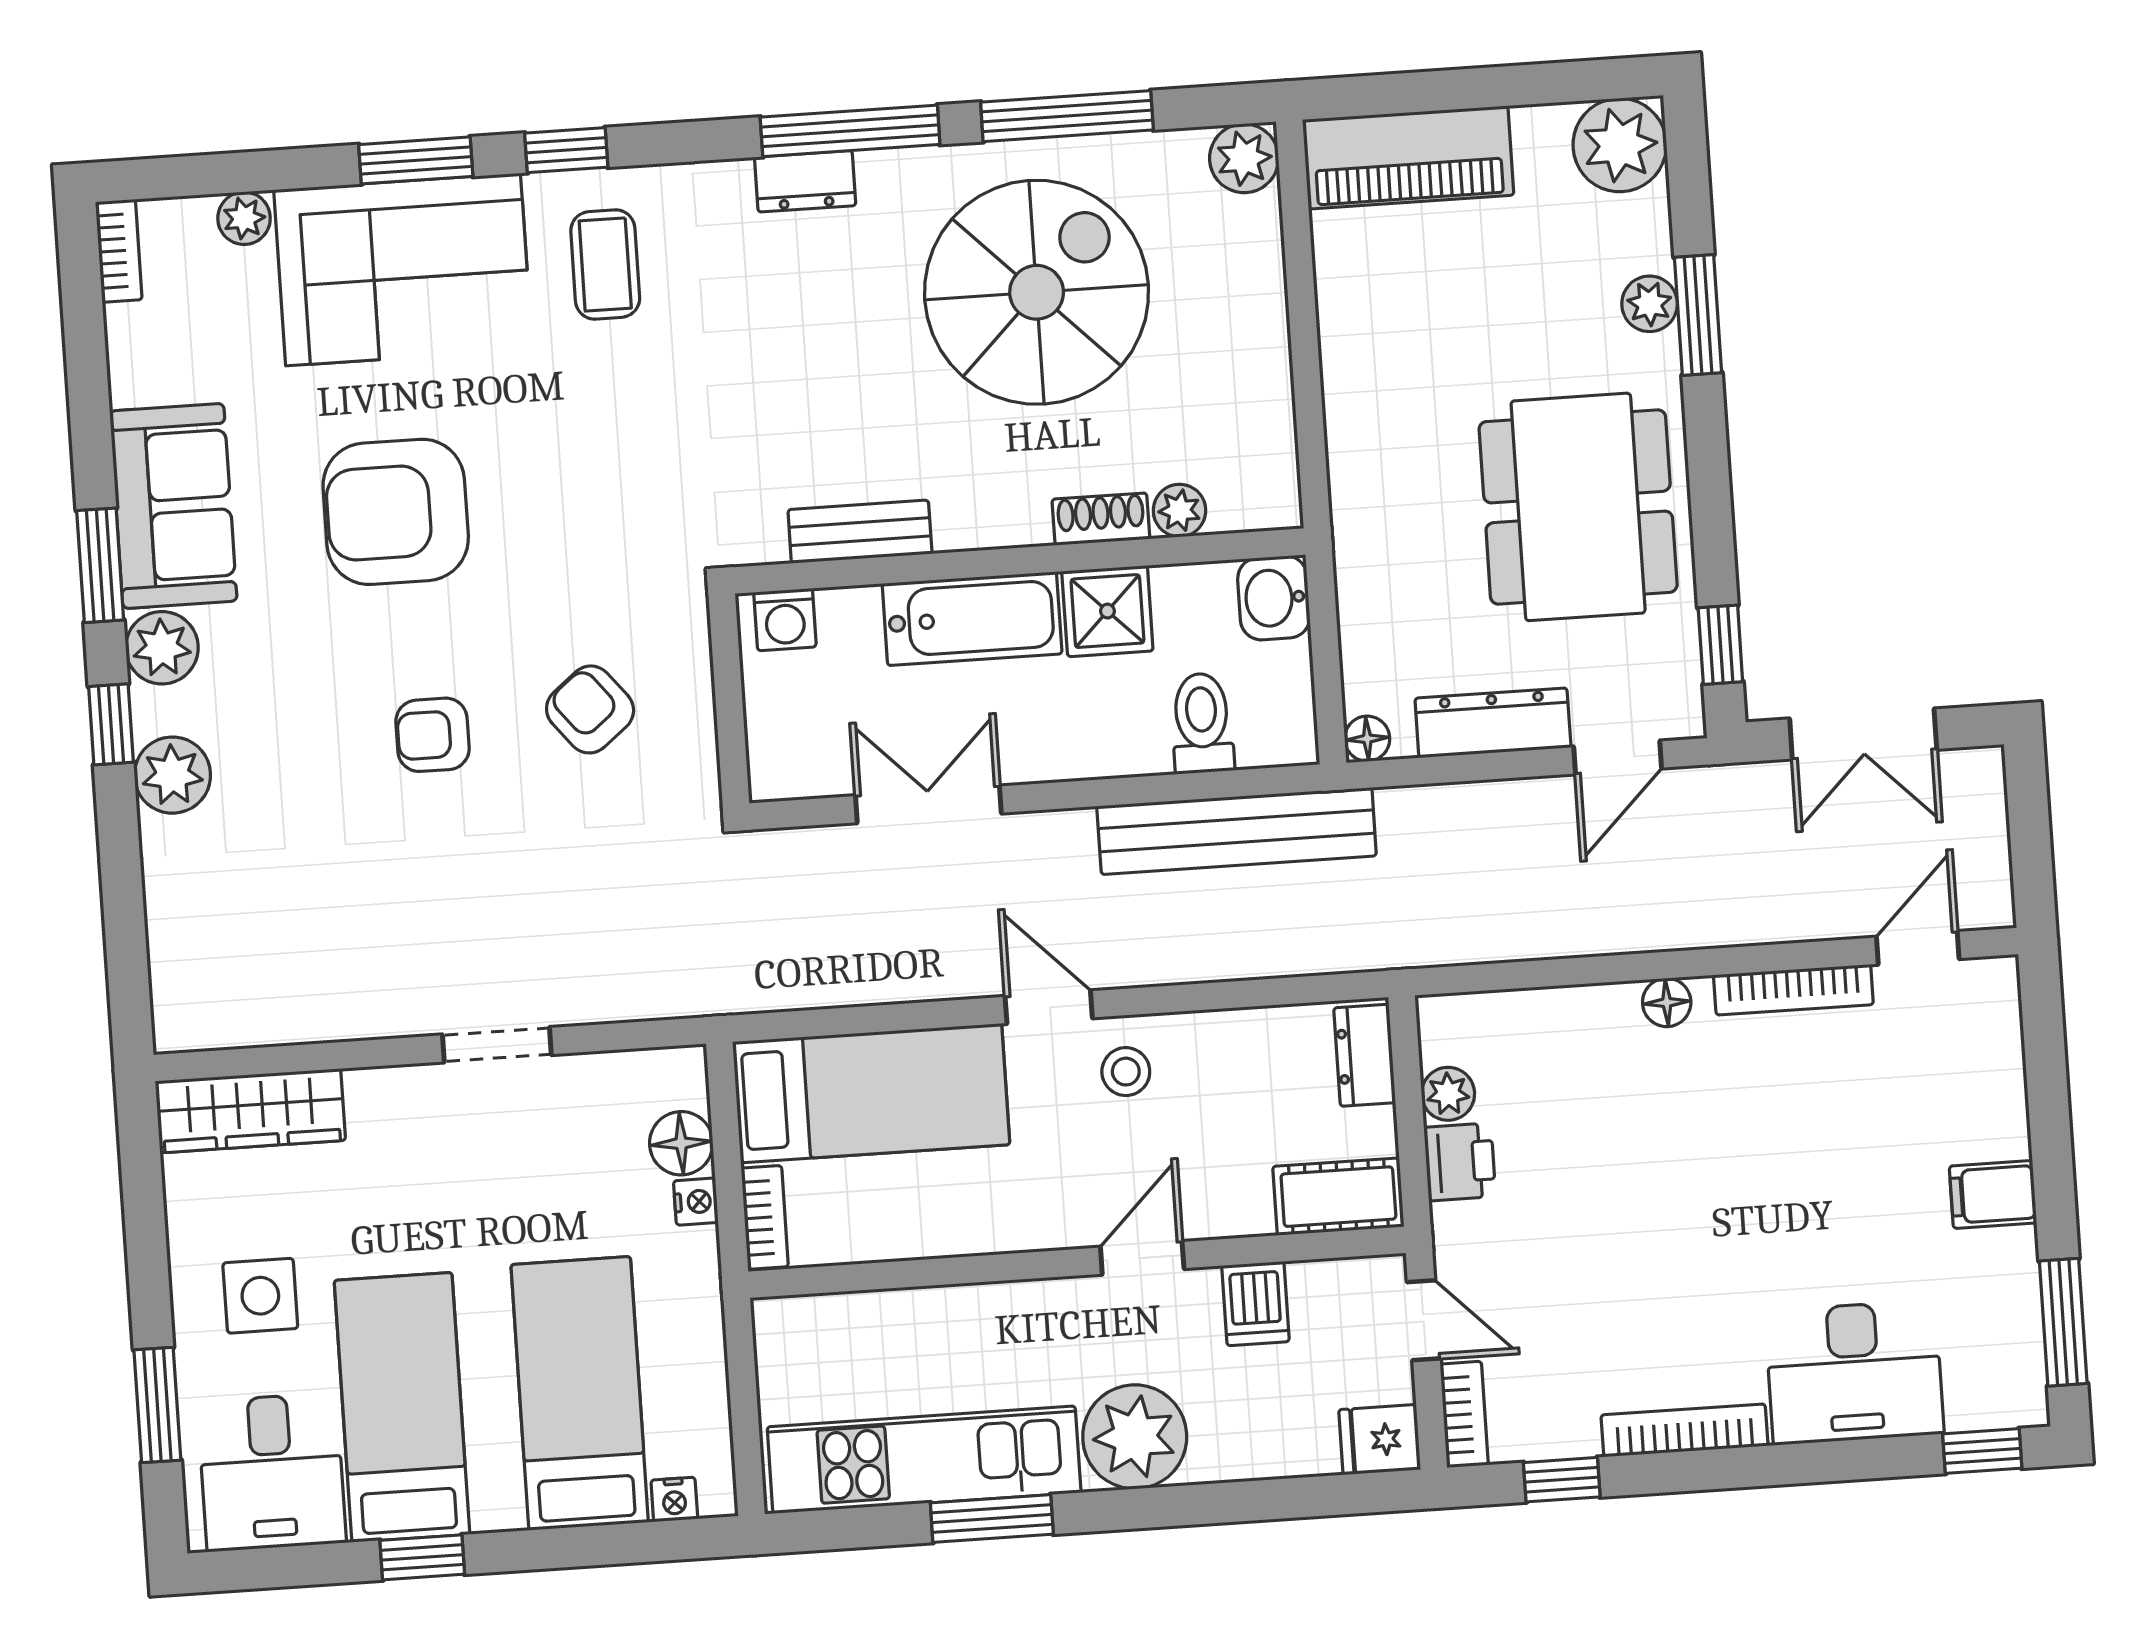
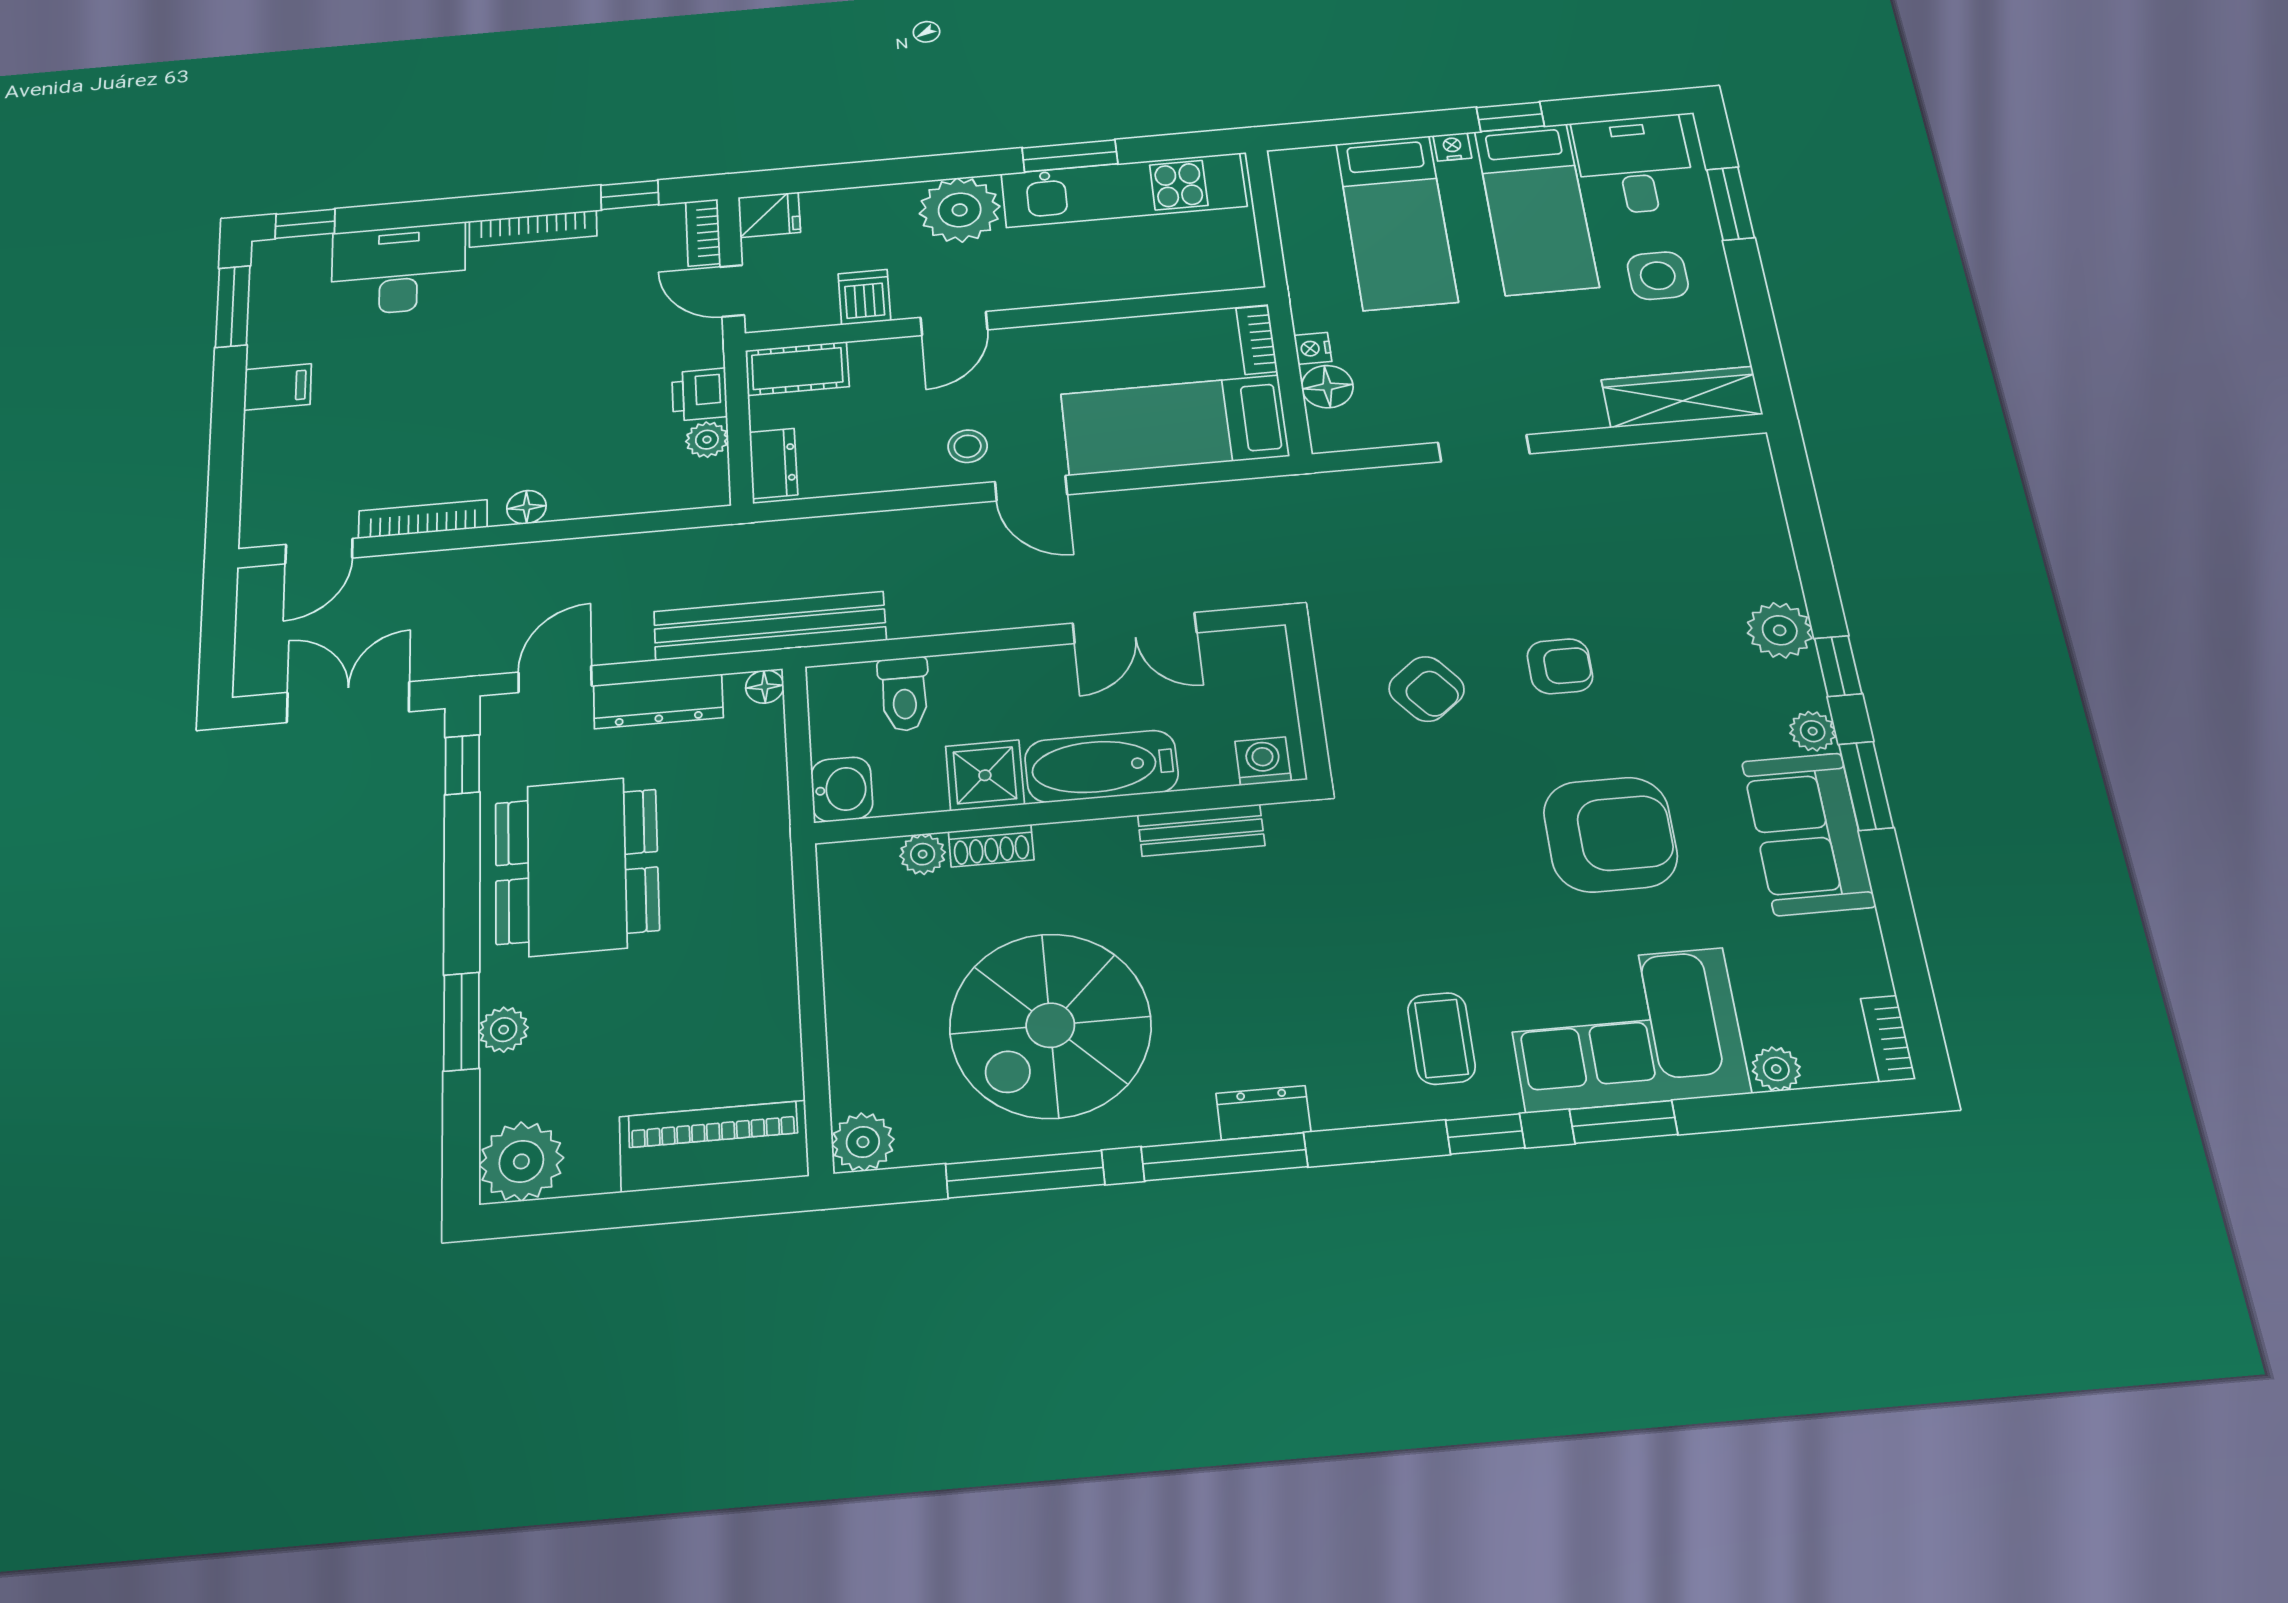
plant: (162, 648) -> (1813, 731), width x0.73, depth x0.73
bench: (1237, 831) -> (770, 626), moved
nightstand: (674, 1499) -> (1452, 147), moved

